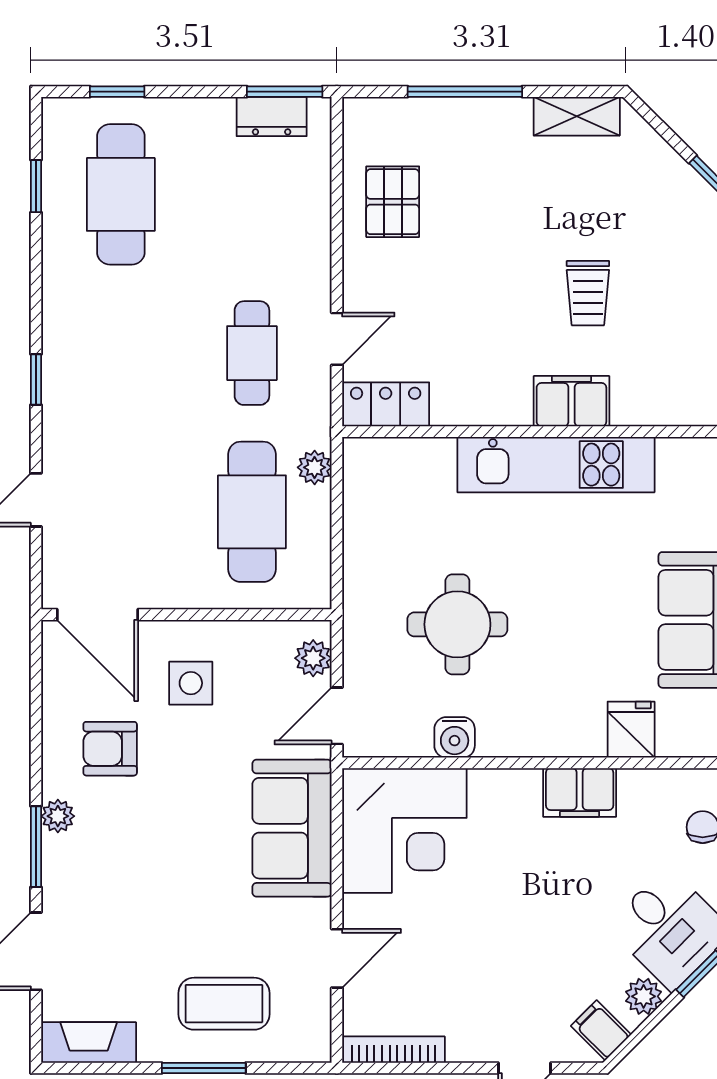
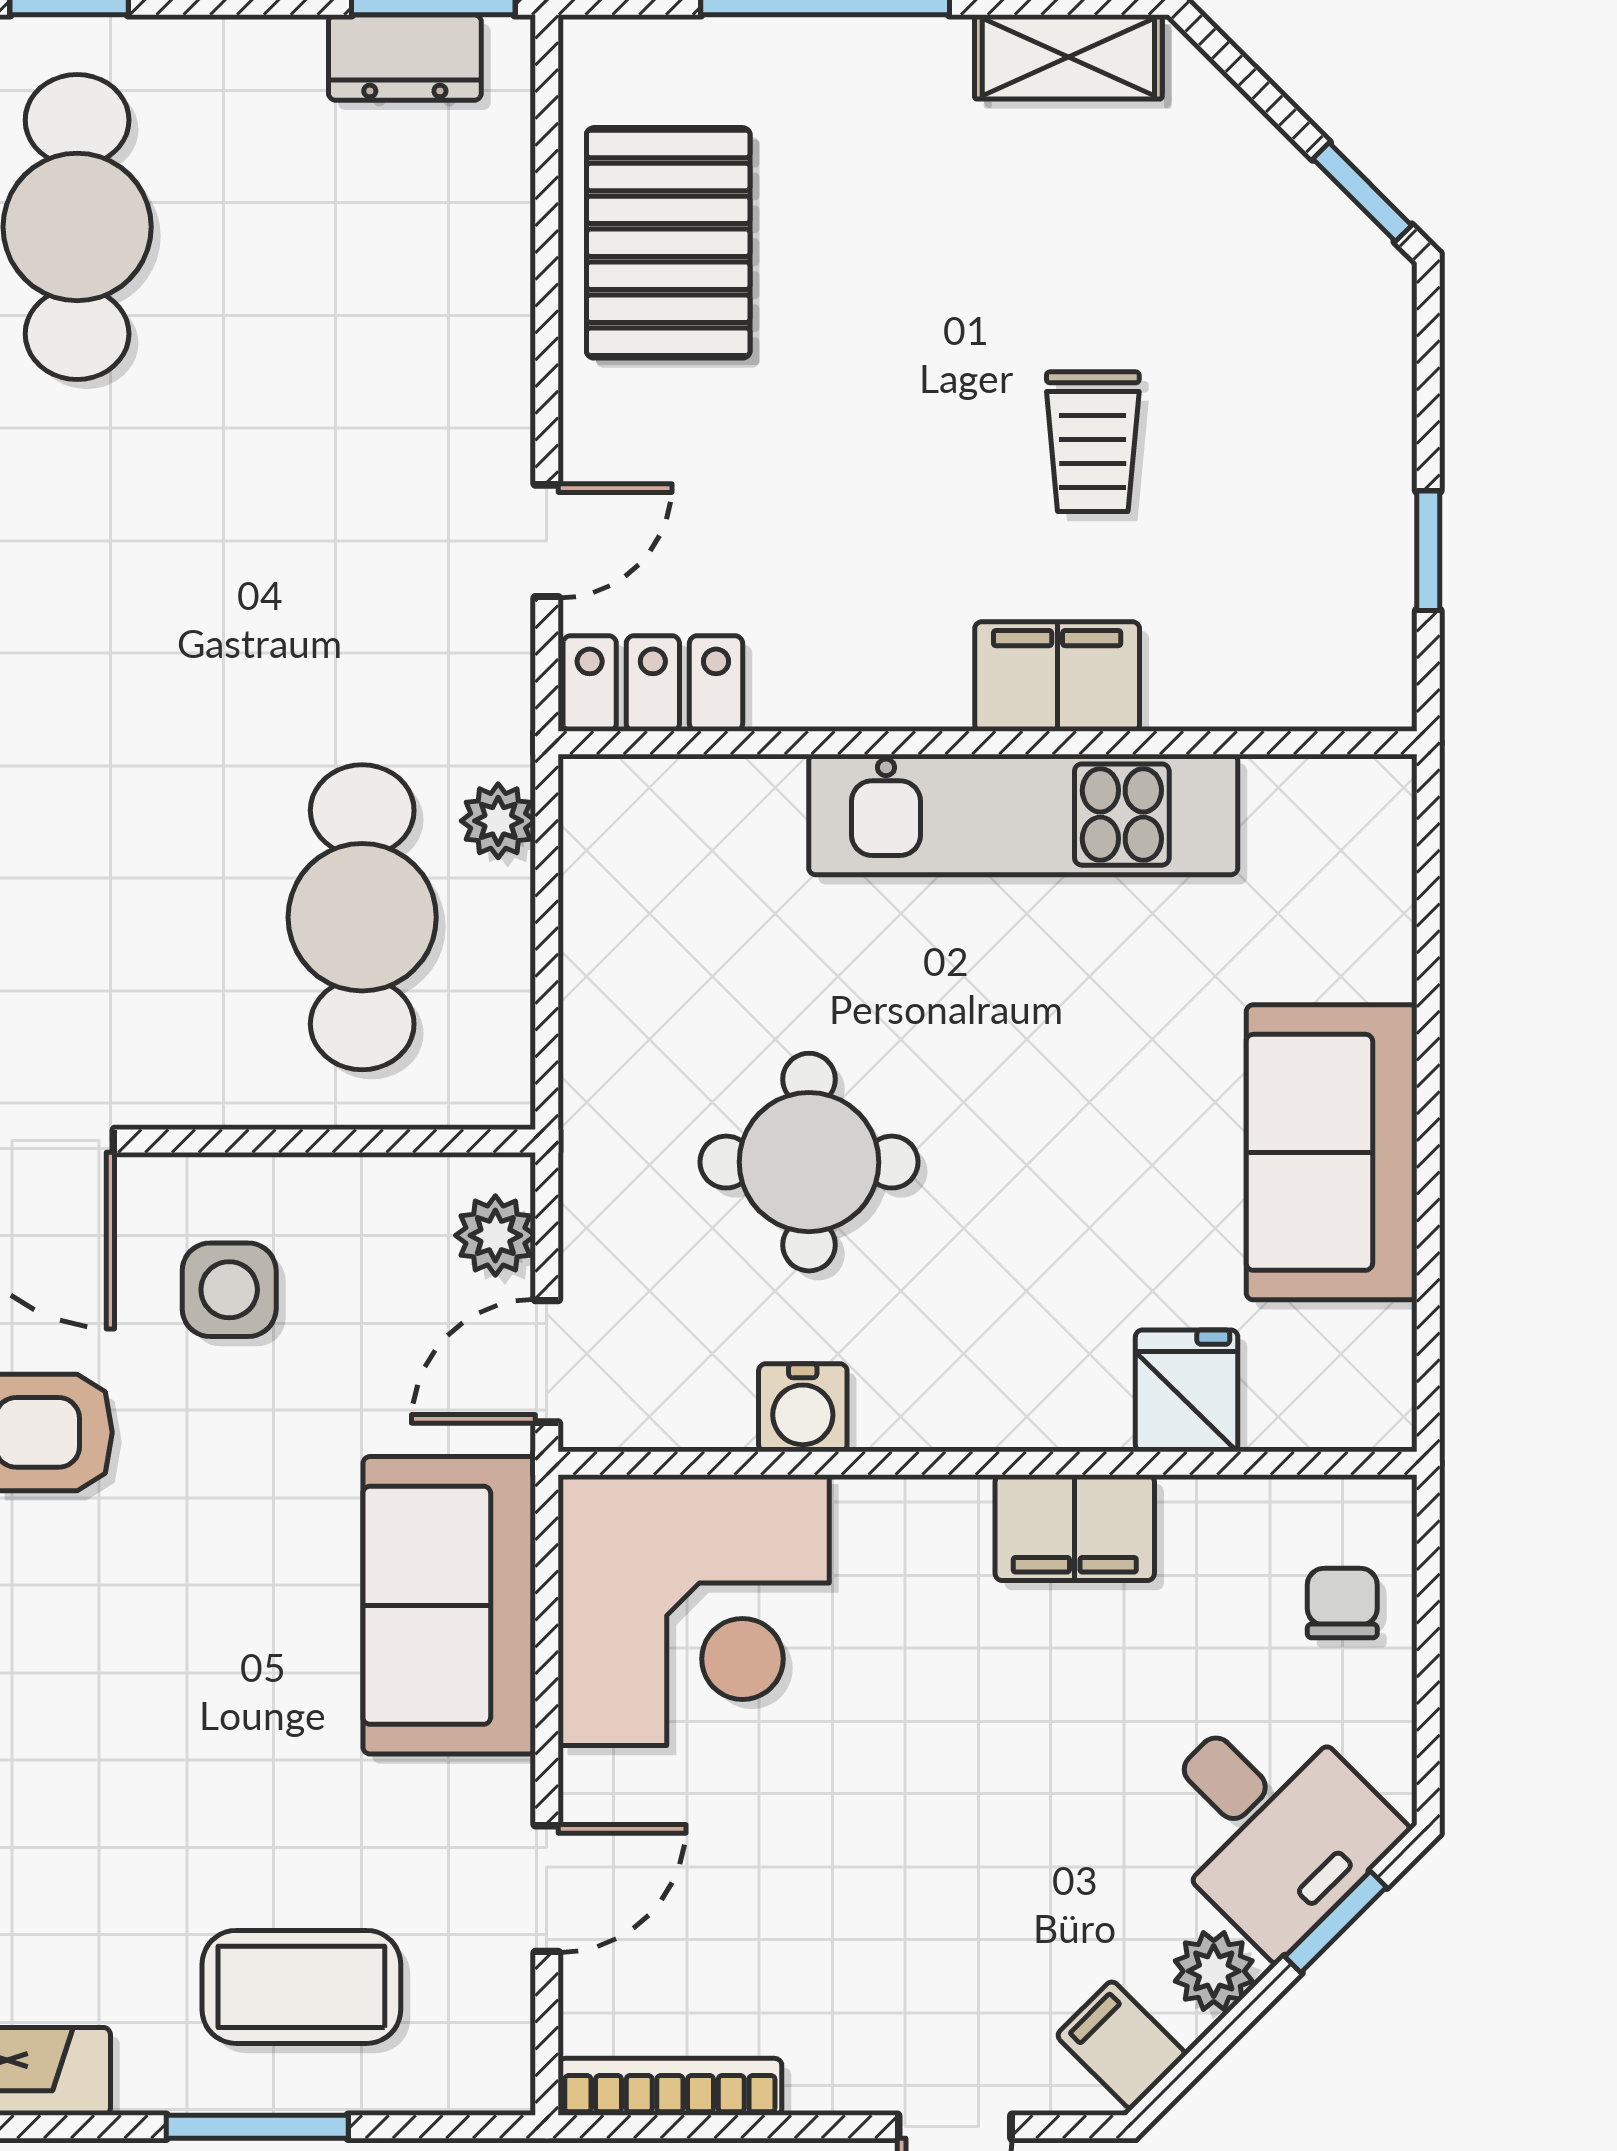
pallet: (393, 202) -> (668, 243), width x1.50, depth x1.42
cafe table: (252, 353) -> (362, 572), removed

